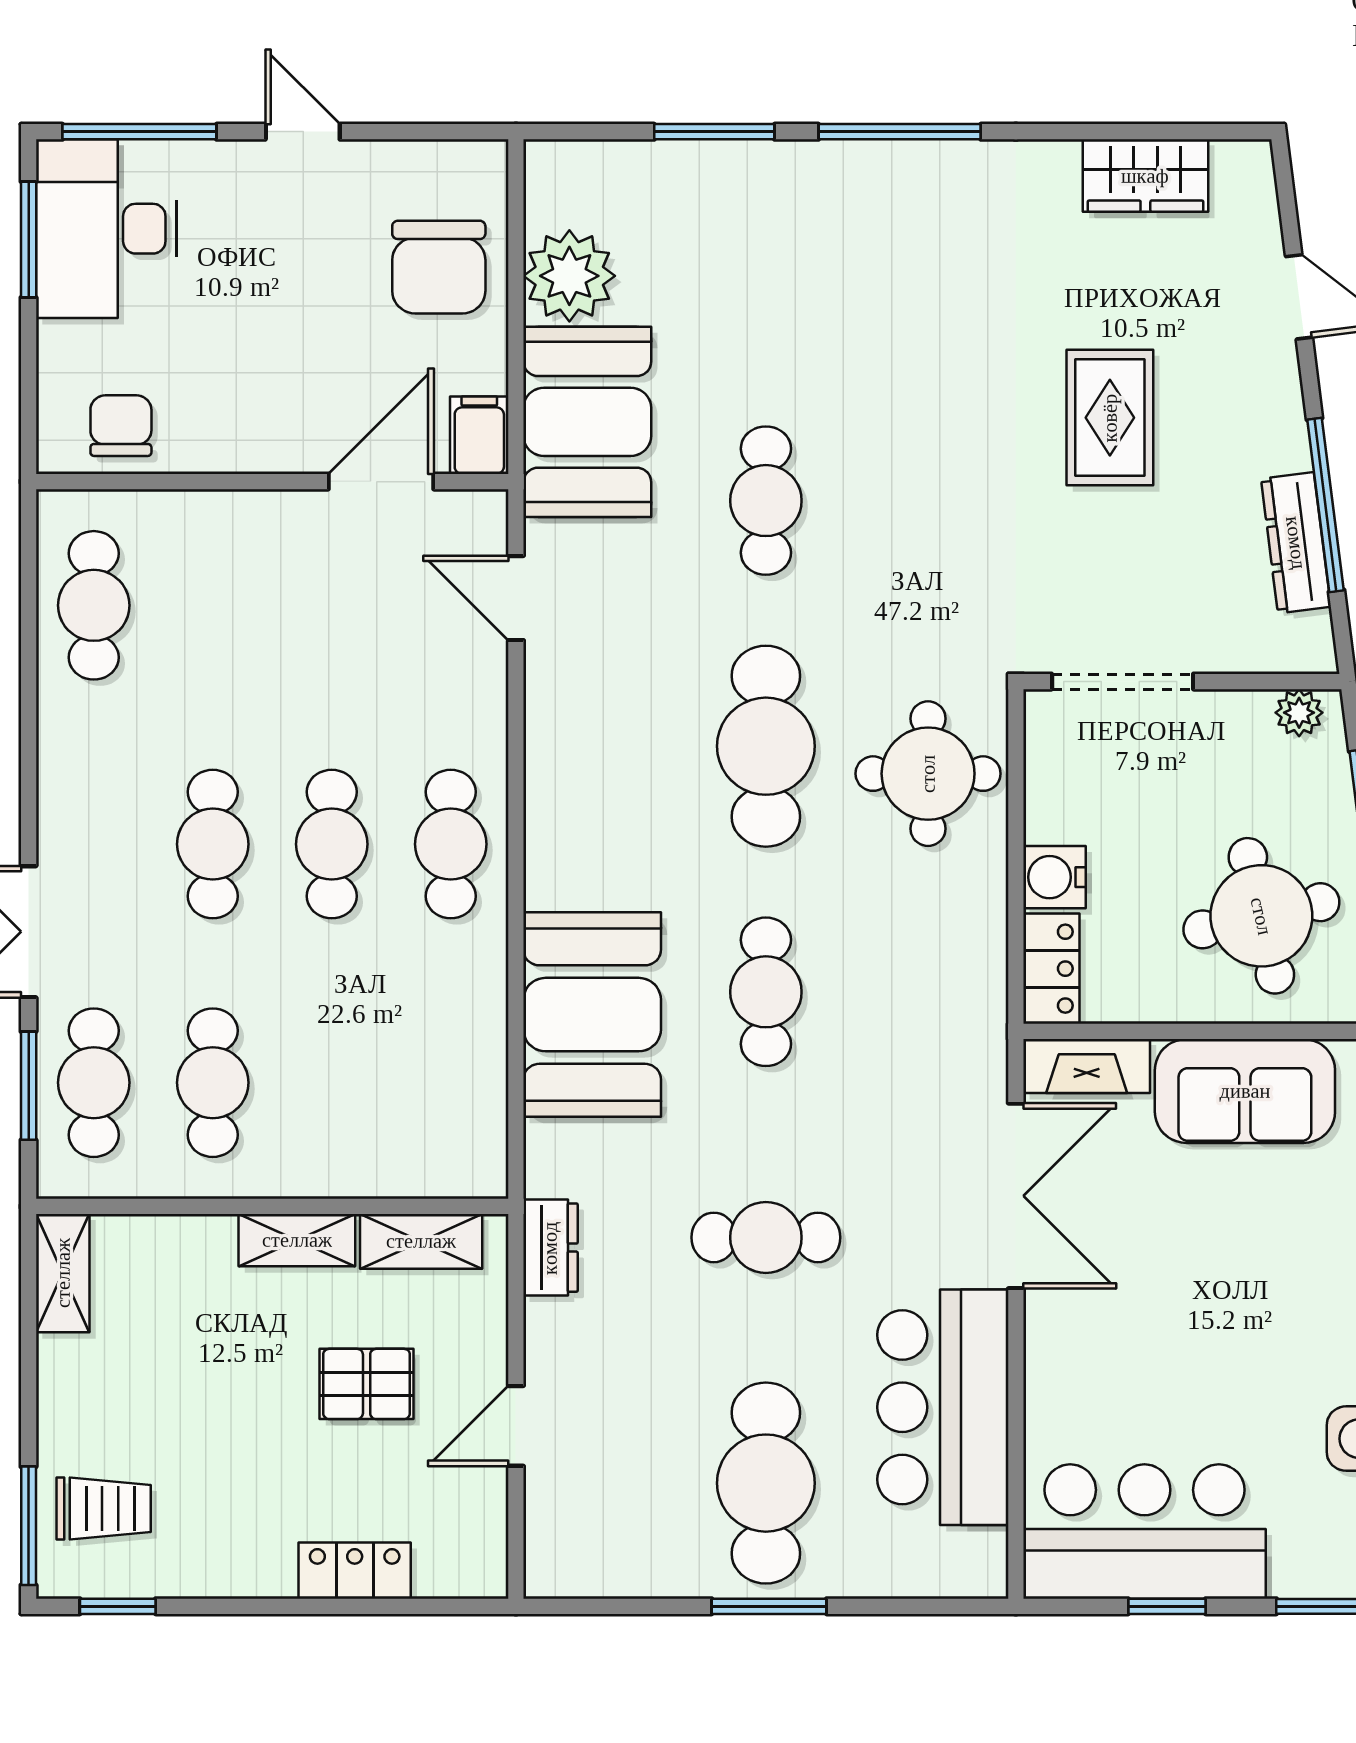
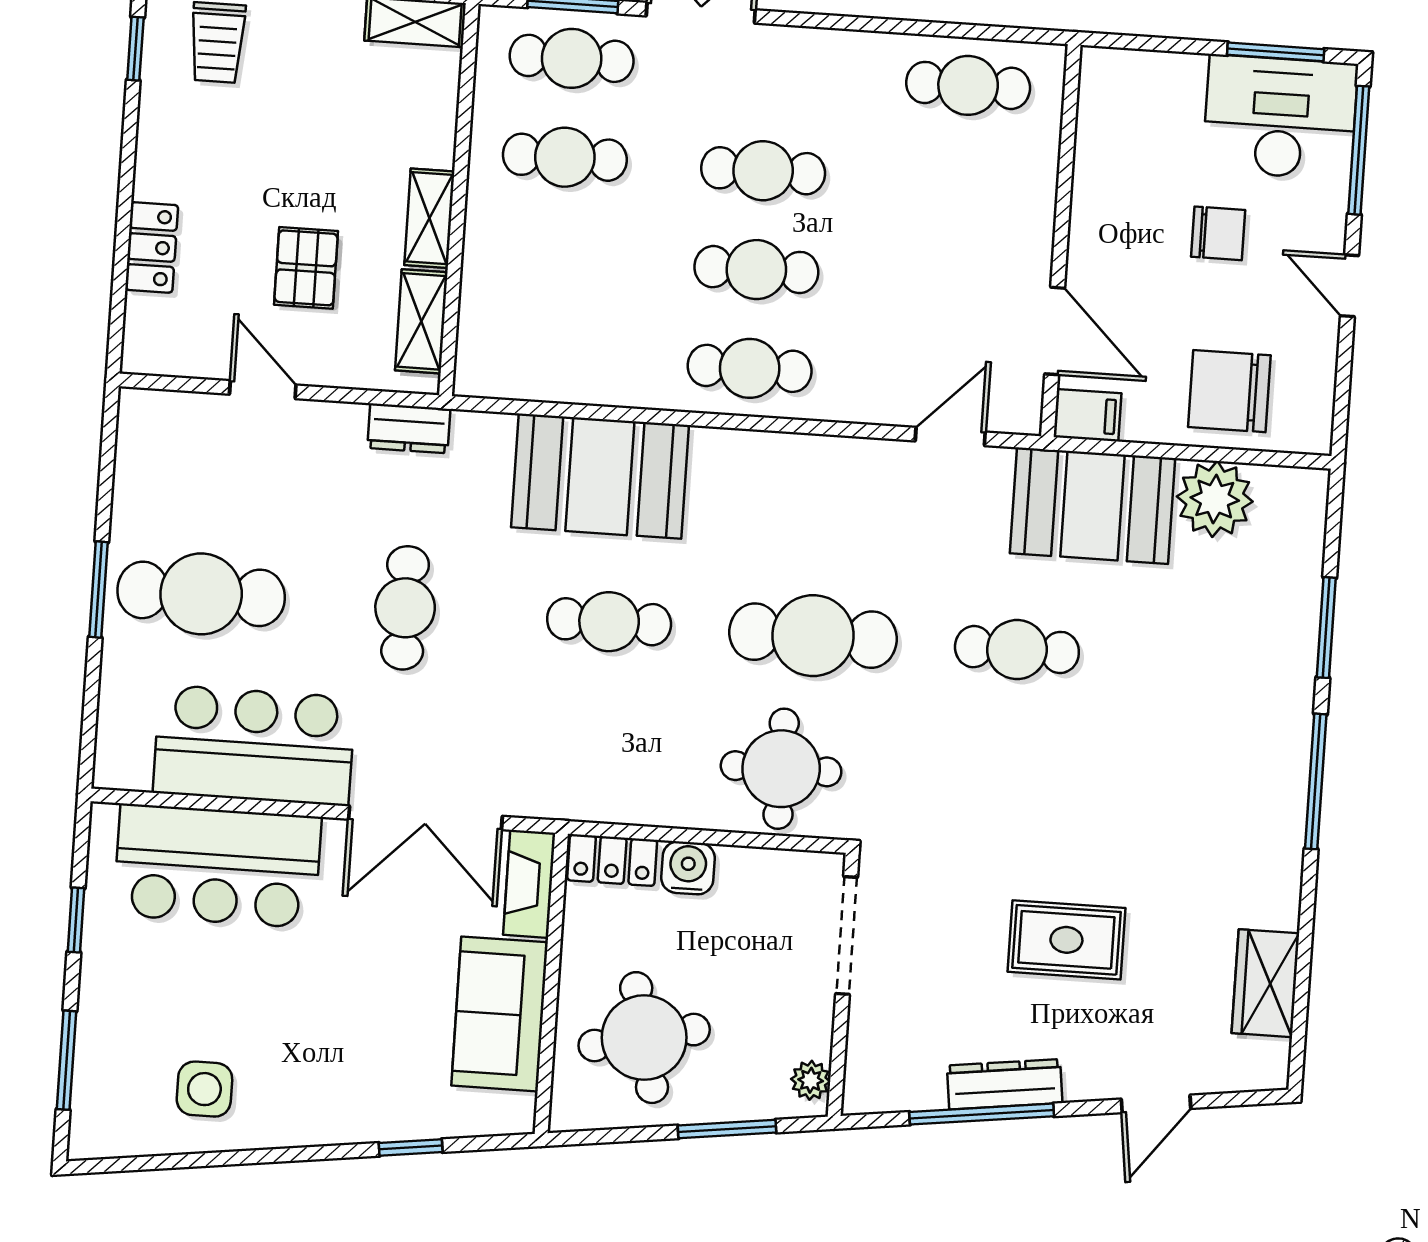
door: (303, 132) -> (1350, 286), swing flipped
chair: (121, 426) -> (1218, 233), moved
dresser: (1296, 543) -> (1005, 1084), moved
bar counter: (1144, 1532) -> (217, 866), moved, turned 90

